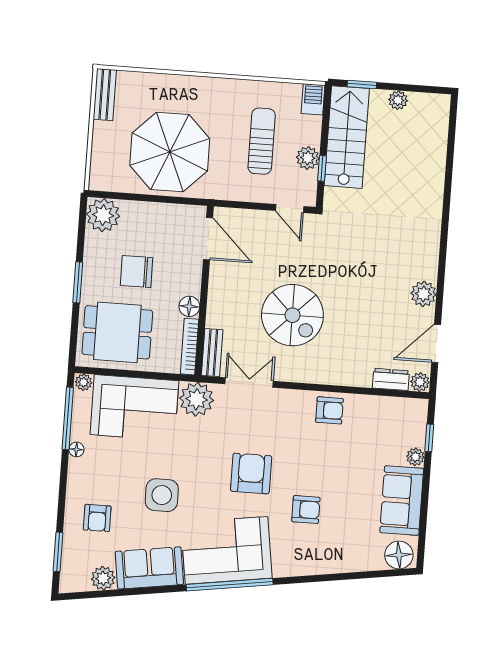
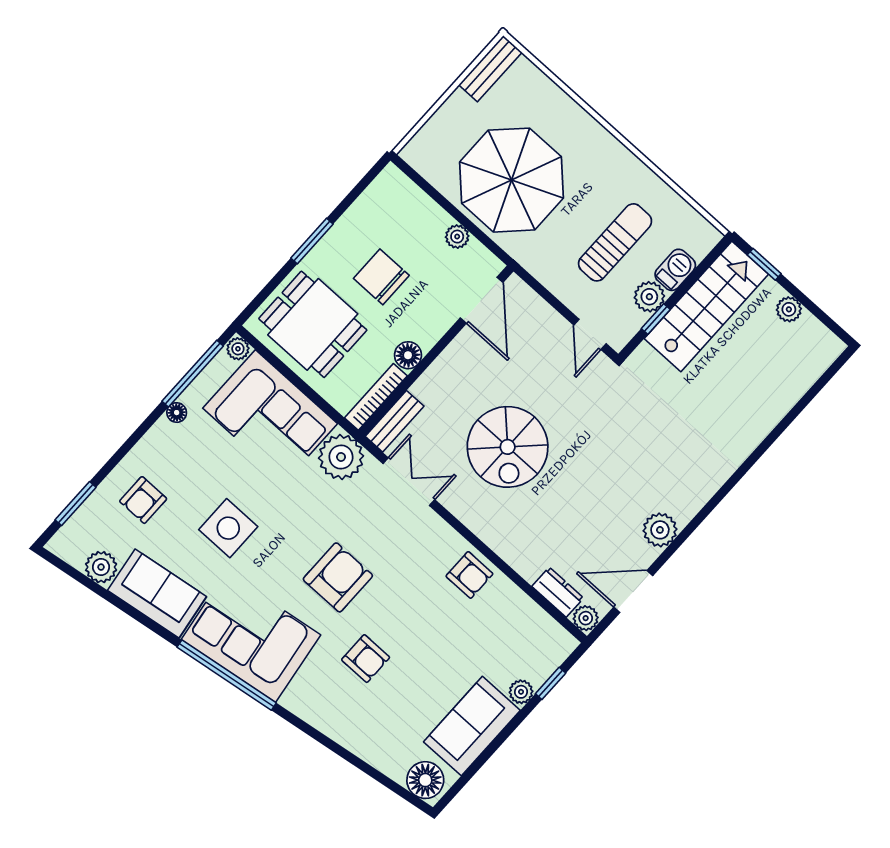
barbecue: (313, 99) -> (675, 270), moved
plant: (103, 215) -> (457, 237), moved, width x0.53, depth x0.53

